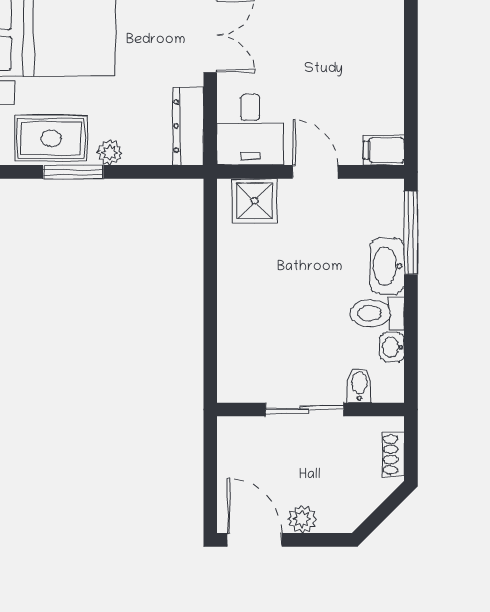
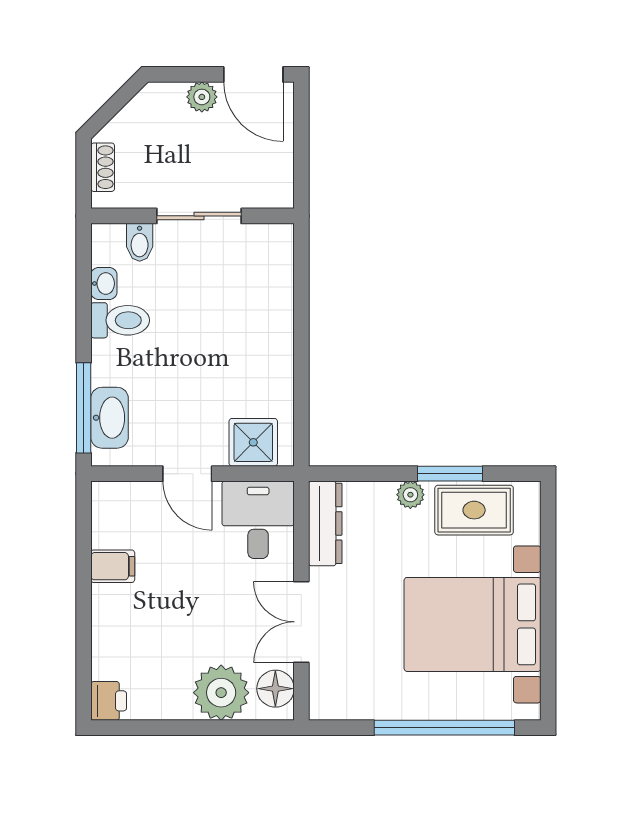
filing cabinet: (384, 150) -> (113, 566), moved
washbasin: (387, 266) -> (110, 418), moved

